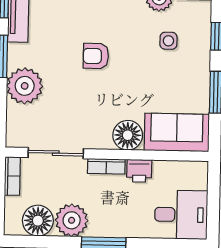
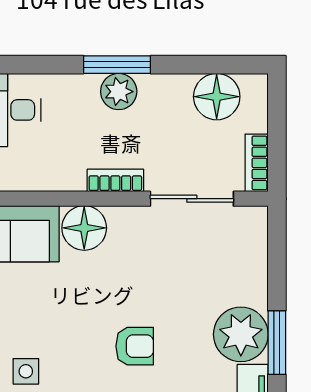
plant: (25, 86) -> (241, 334), moved
printer: (139, 171) -> (66, 175), removed
plant: (72, 220) -> (119, 92), moved, width x0.73, depth x0.73

